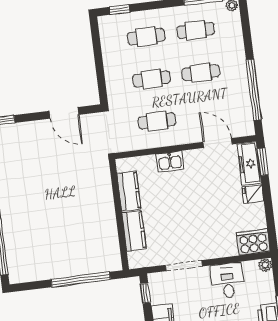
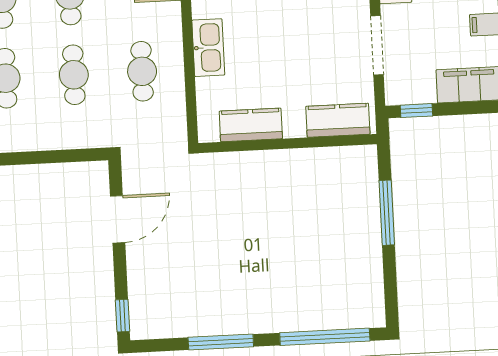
kitchen sink: (170, 162) -> (208, 48), width x1.38
kitchen counter: (134, 231) -> (338, 120), moved
window: (81, 279) -> (387, 213), width x0.68

